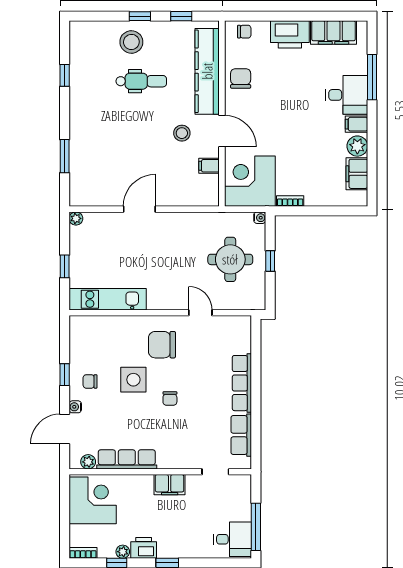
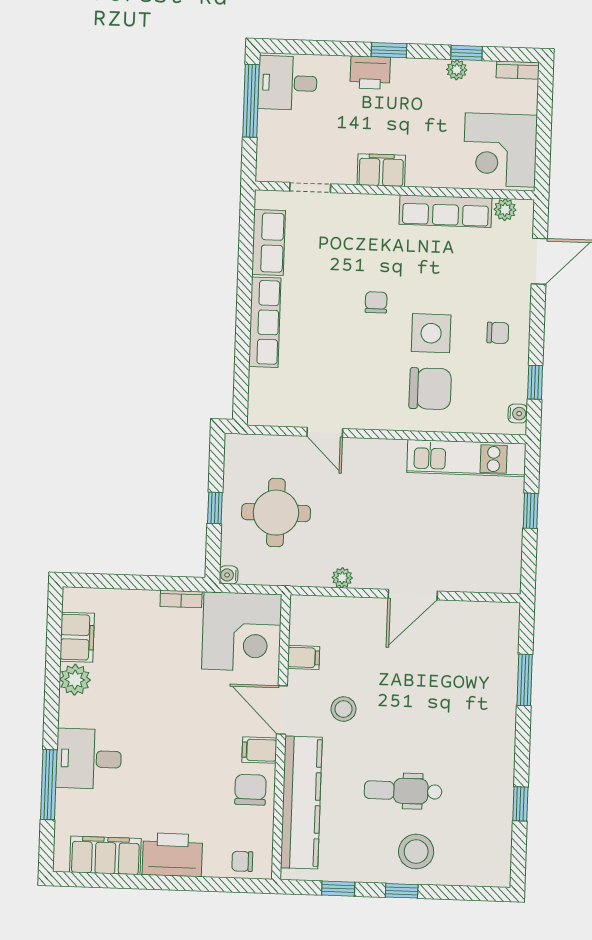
chair: (241, 78) -> (250, 790), turned 180
filing cabinet: (356, 124) -> (259, 750), moved, turned 180
plant: (76, 218) -> (342, 578), moved
chair: (162, 345) -> (430, 389), moved
window: (65, 375) -> (535, 382), moved
water cooler: (75, 407) -> (518, 414), moved
printer: (144, 548) -> (370, 73), moved

